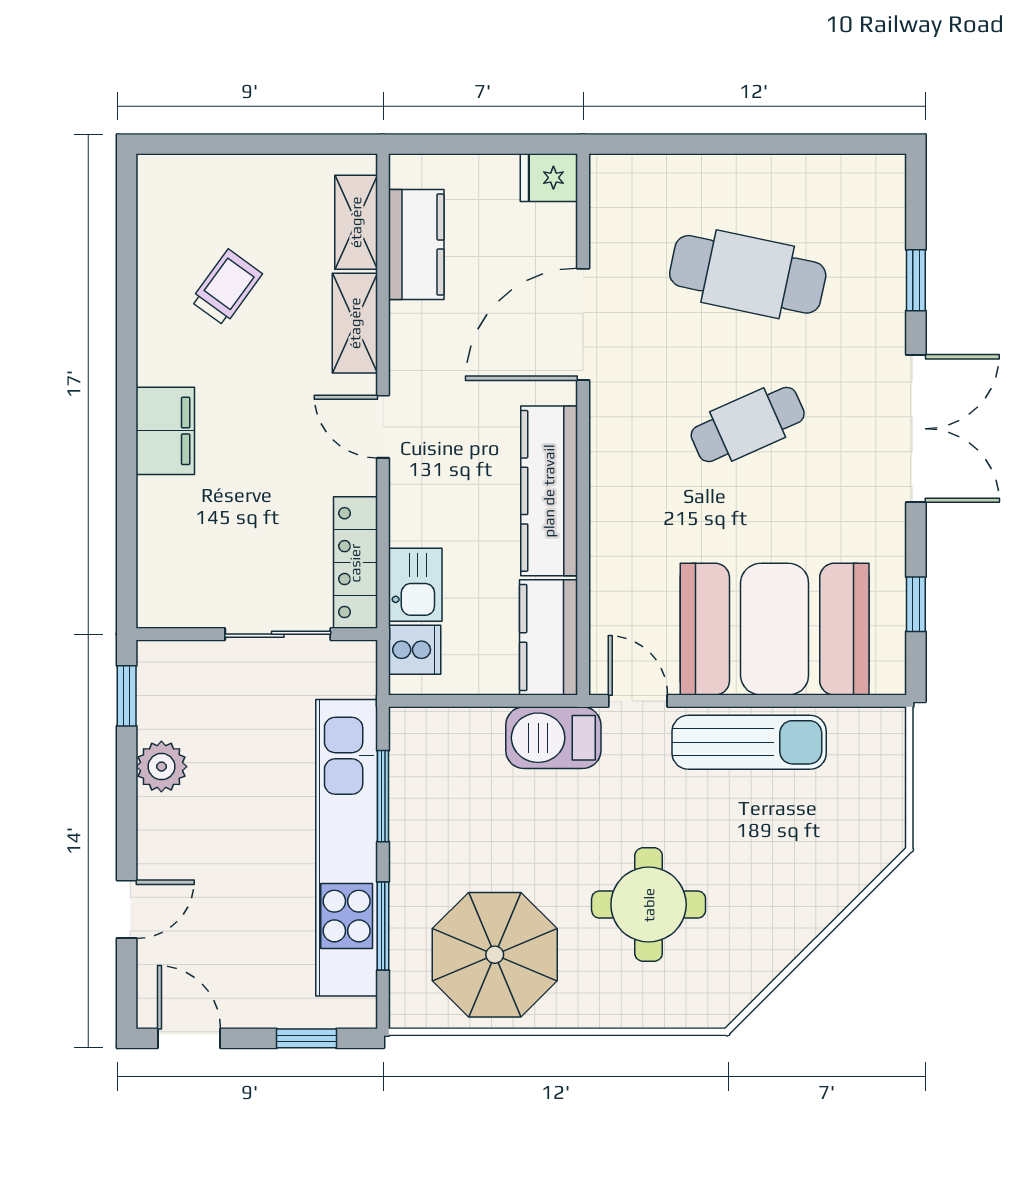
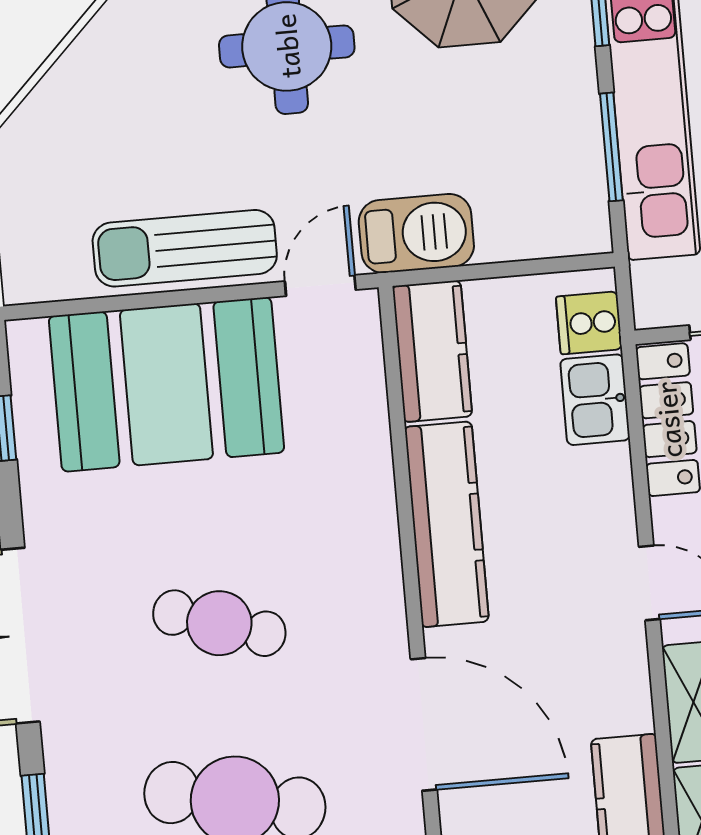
door: (583, 324) -> (424, 724), hinge flipped
cafe table: (748, 424) -> (219, 623), turned 42
door: (638, 701) -> (320, 286), swing flipped

